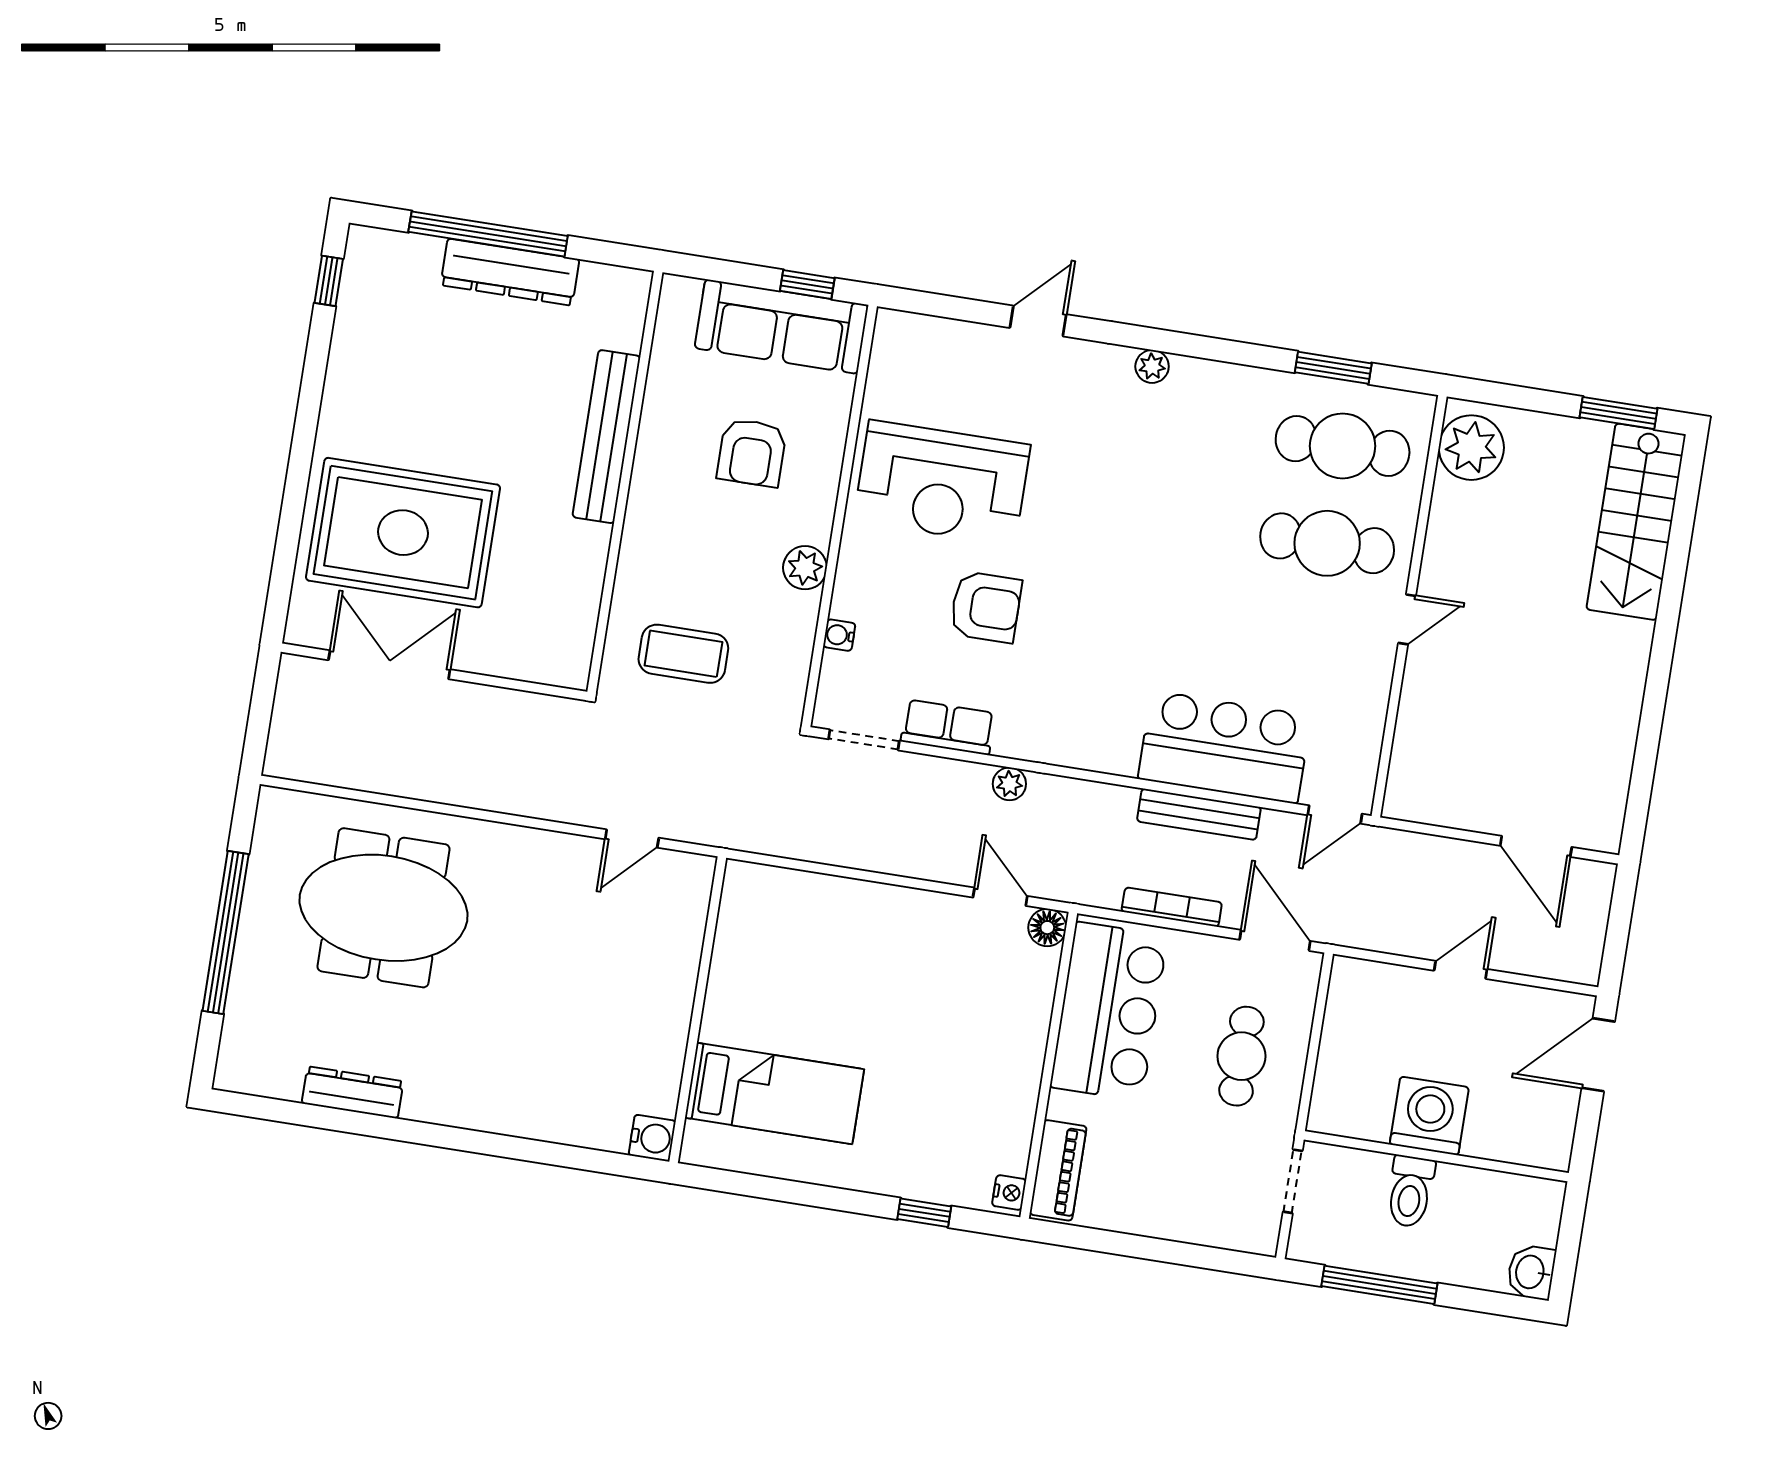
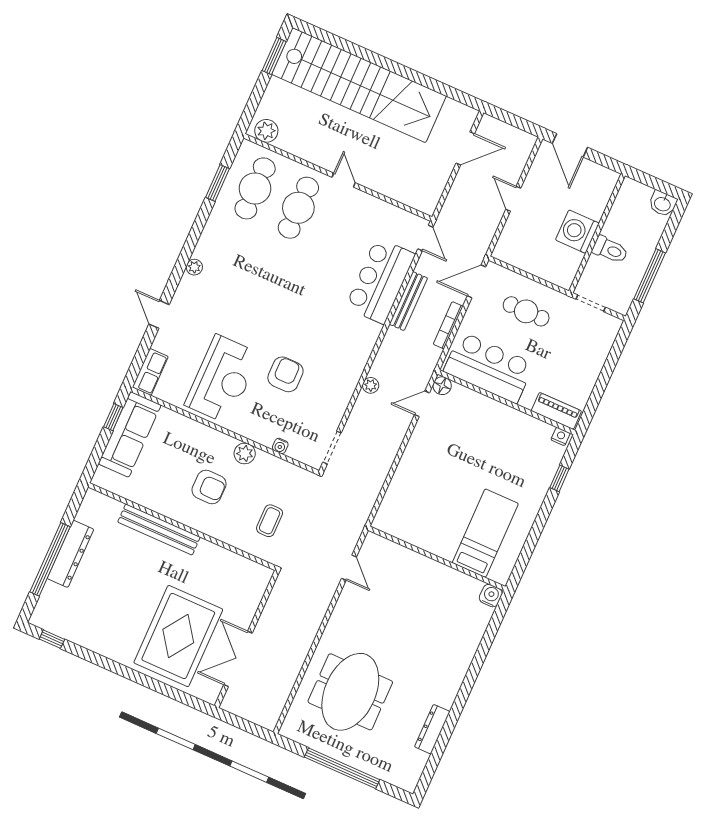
plant: (1471, 448) -> (266, 131), width x0.73, depth x0.73
armchair: (752, 452) -> (209, 487), moved
stairs: (1636, 522) -> (359, 85), width x1.86, depth x1.51
coffee table: (683, 654) -> (270, 521), width x0.73, depth x0.77
row of seats: (948, 727) -> (150, 372), moved, turned 180

